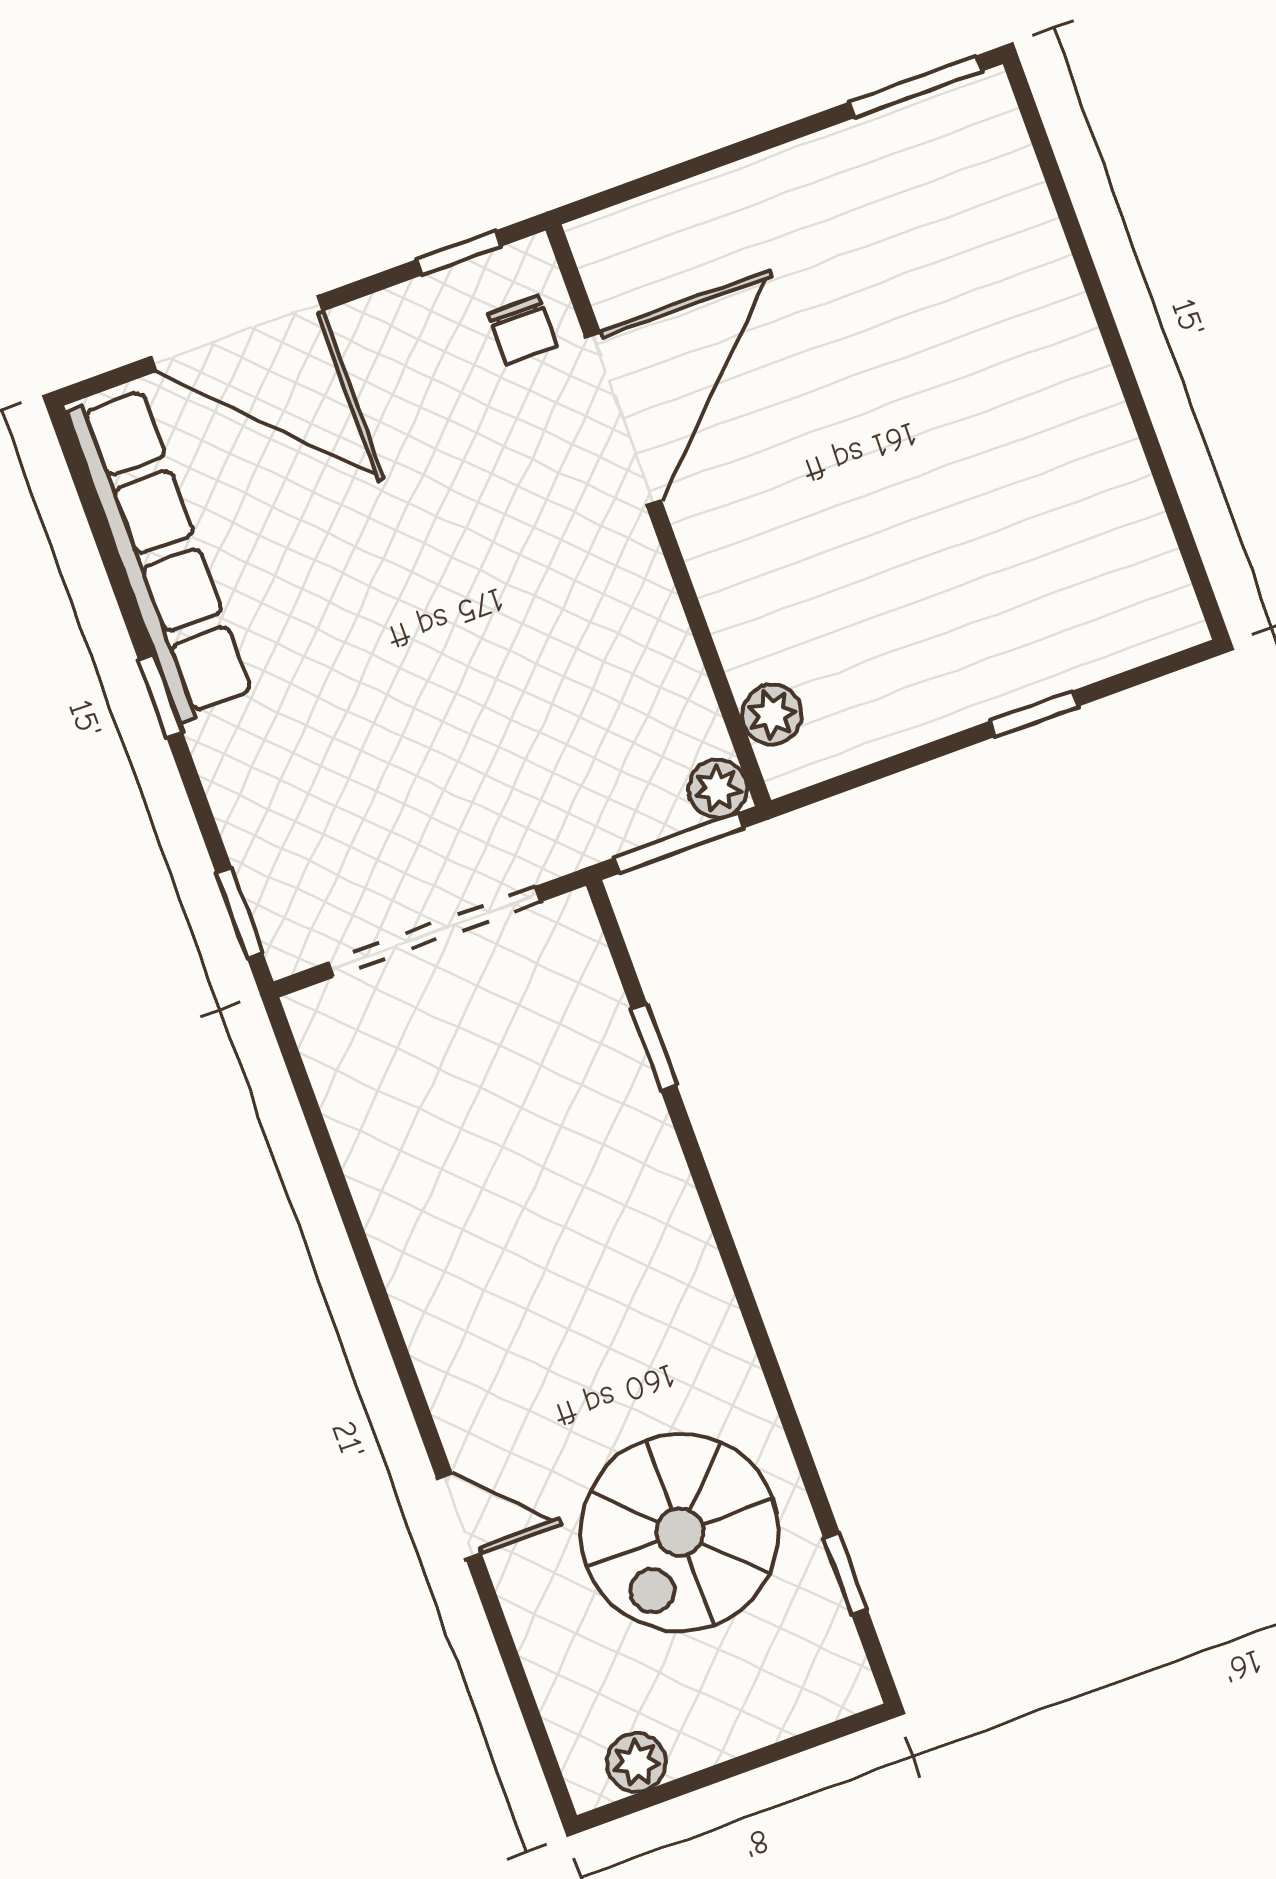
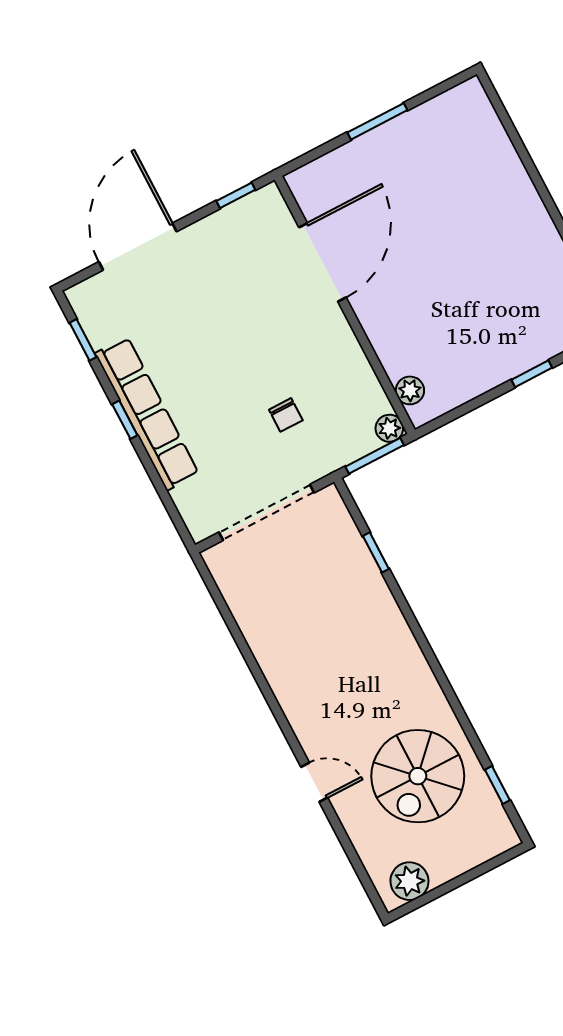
window: (915, 87) -> (377, 121), moved
chair: (523, 330) -> (286, 415), moved
door: (237, 334) -> (138, 247), swing flipped
row of seats: (160, 554) -> (147, 414), moved
window: (240, 913) -> (83, 340), moved
plant: (636, 1762) -> (409, 881), width x1.38, depth x1.38

